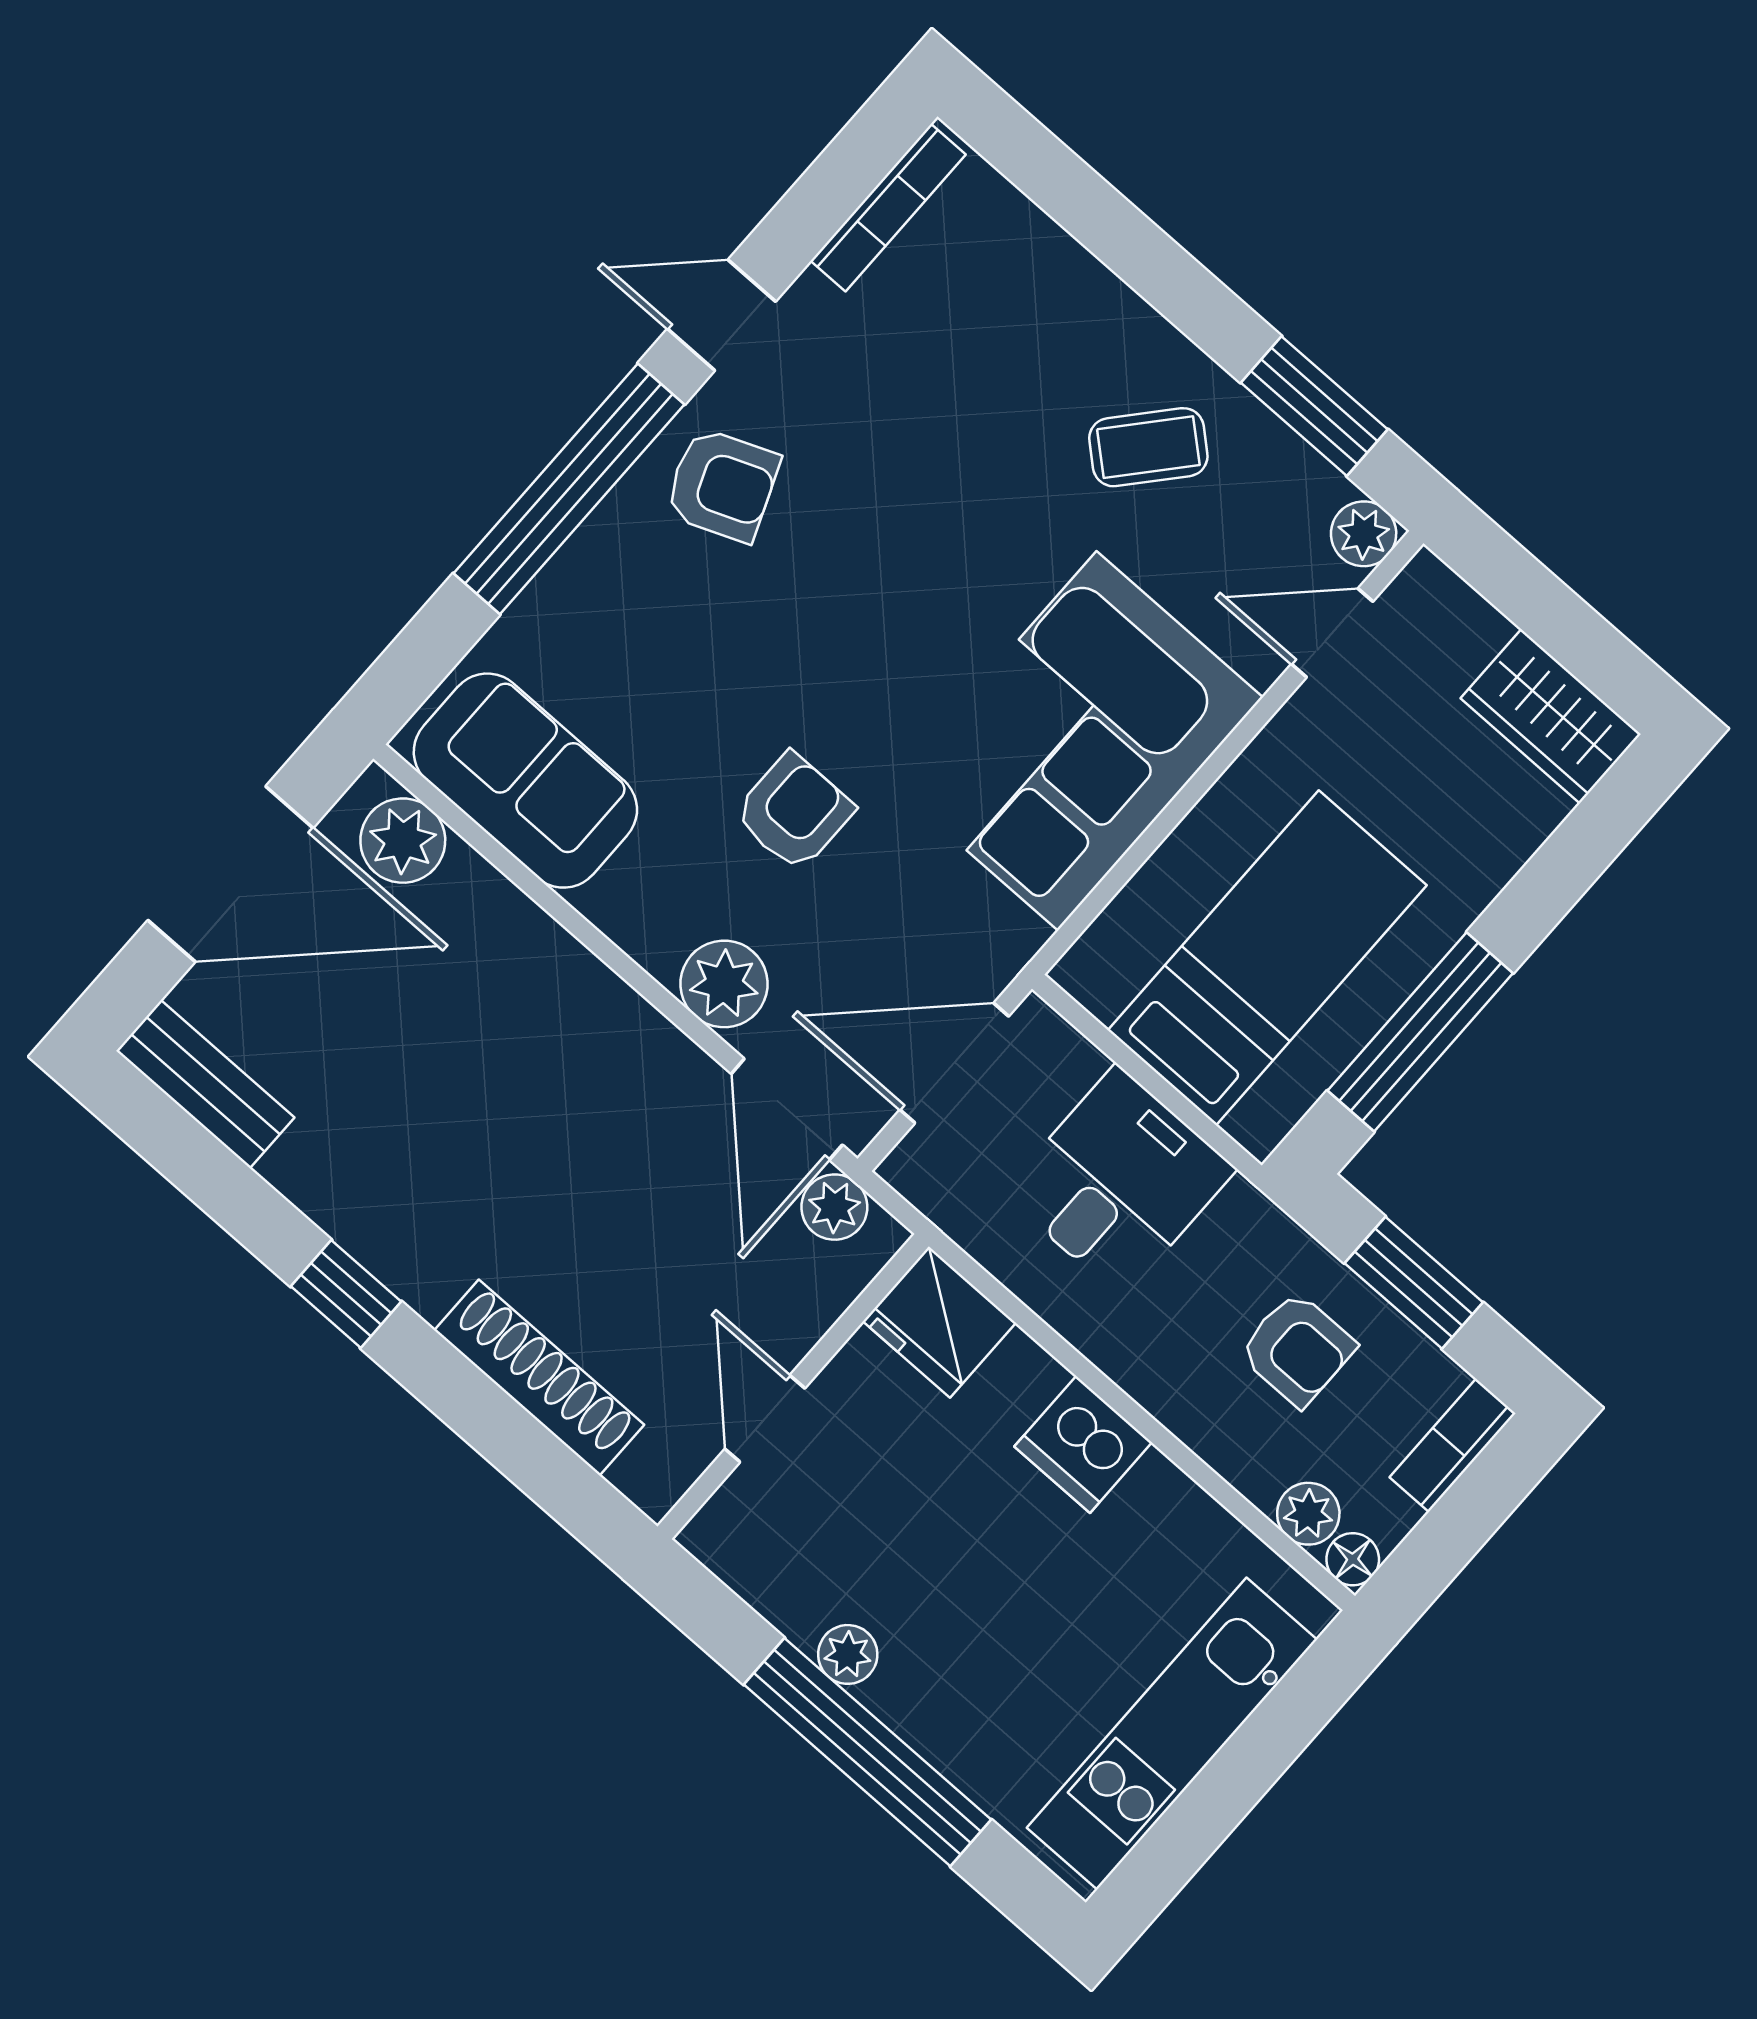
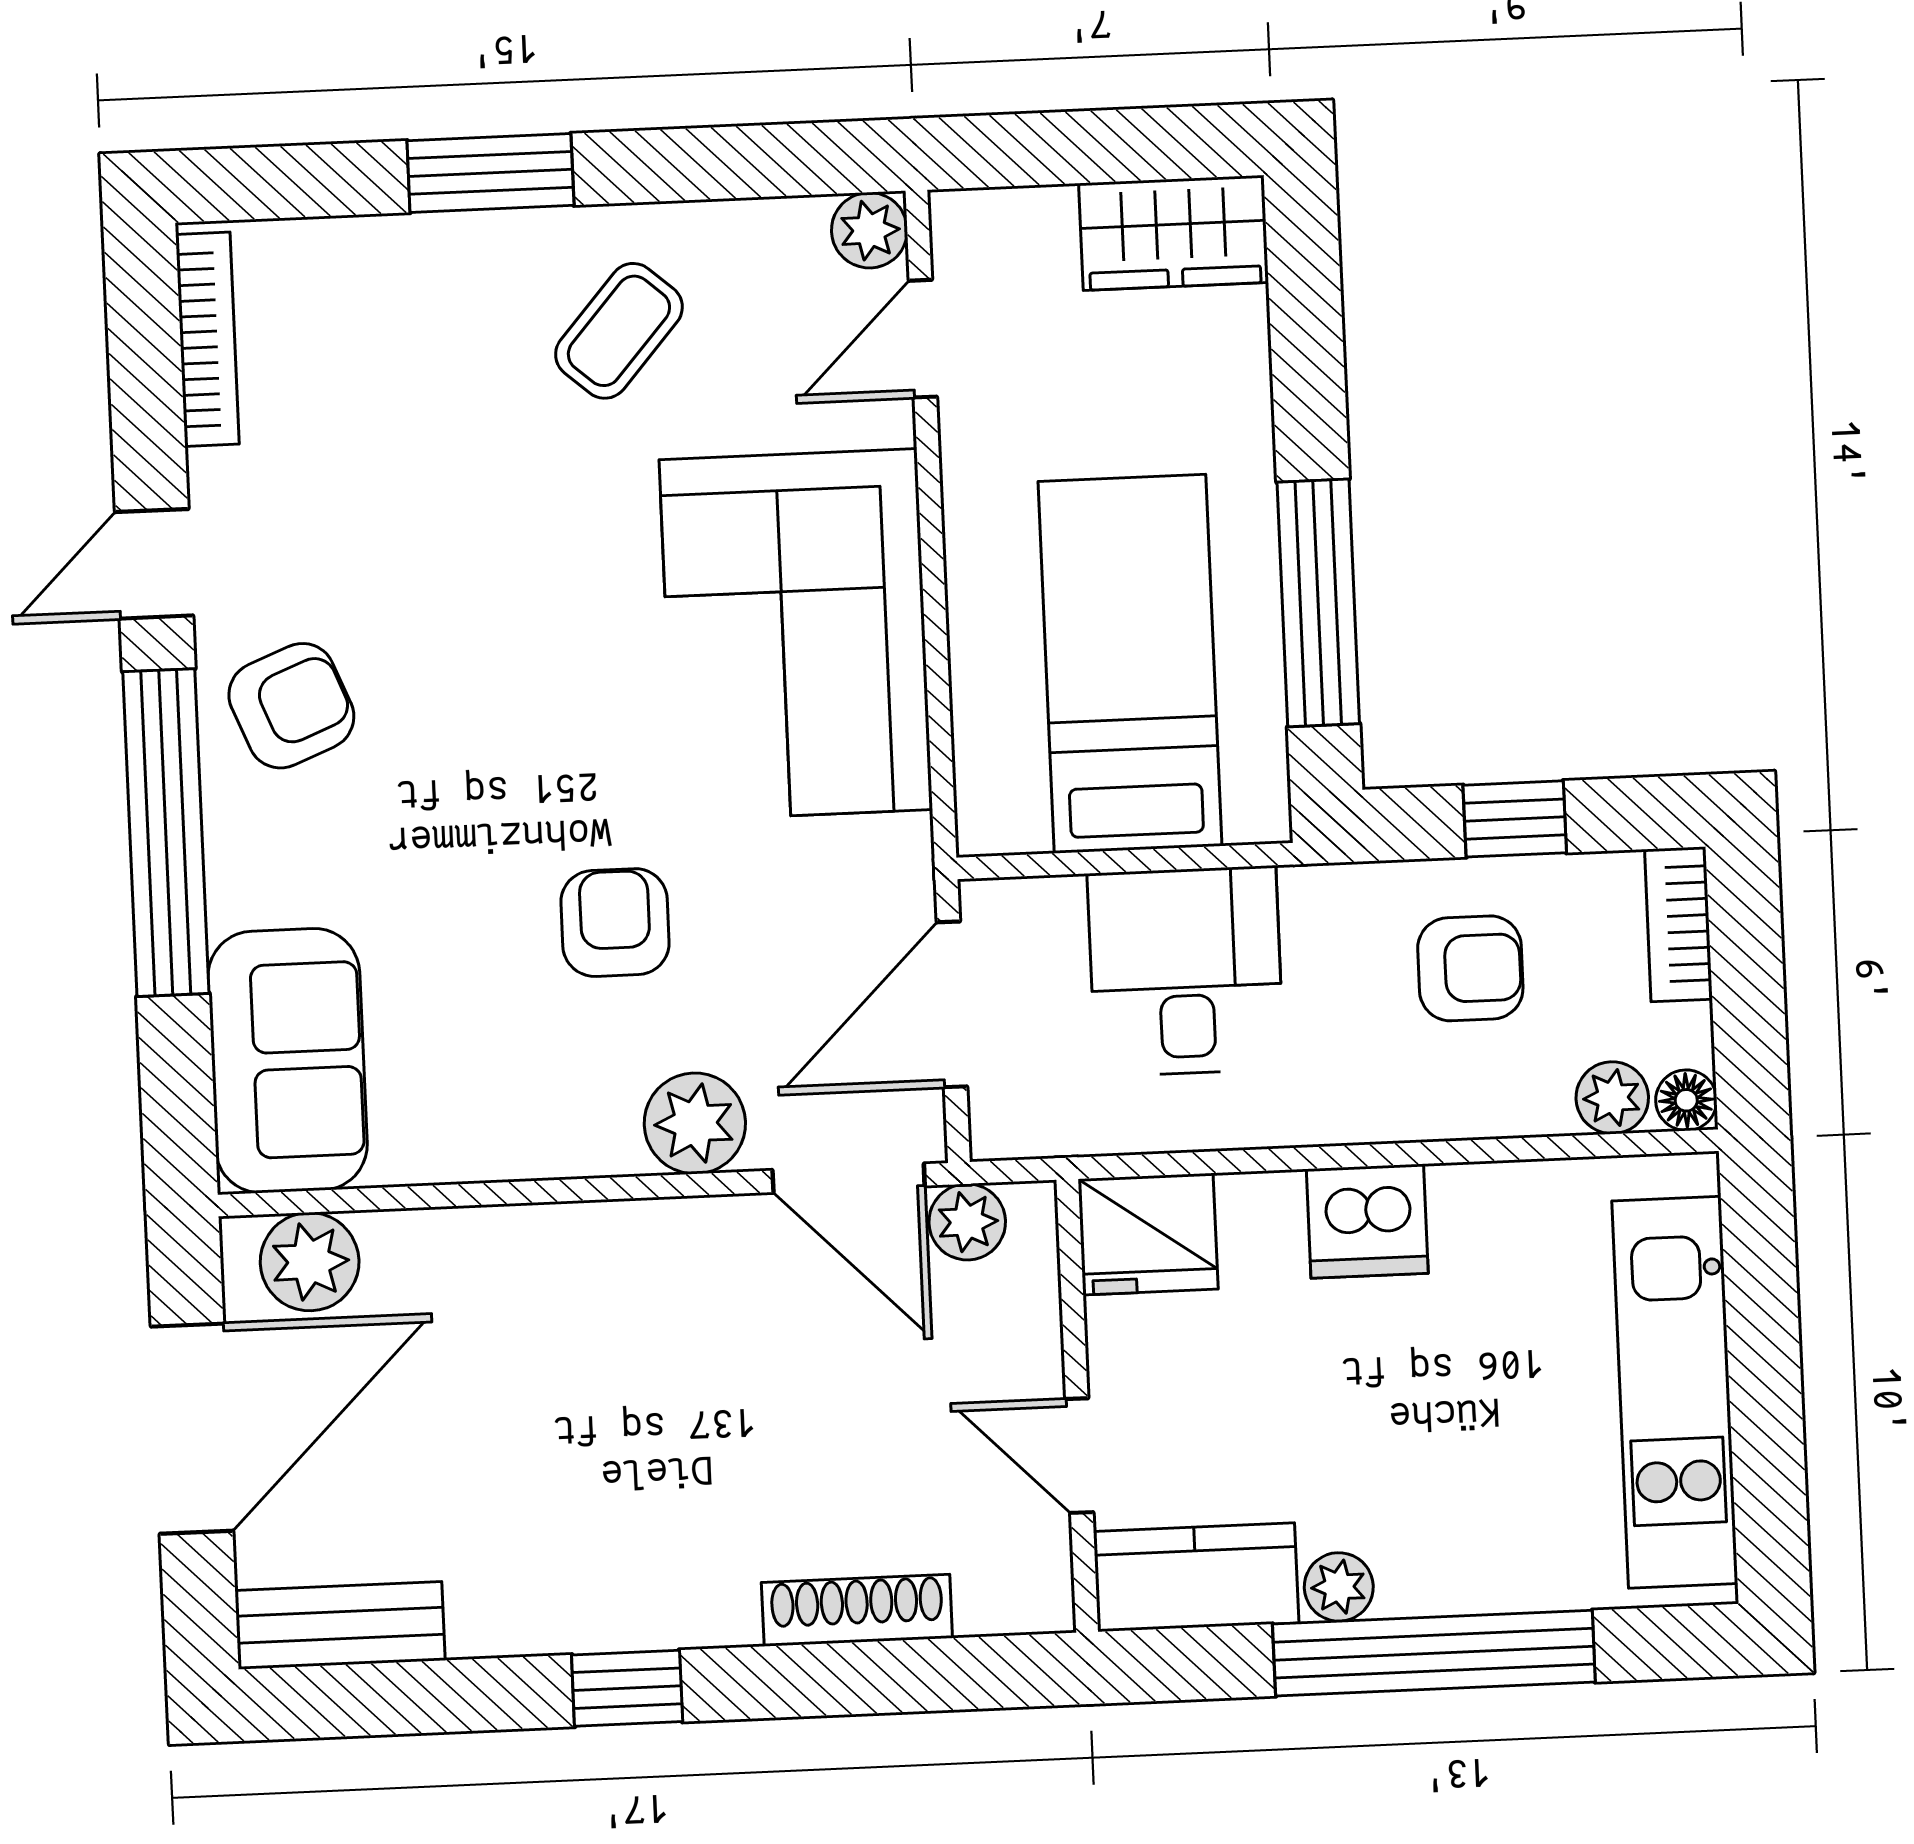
window: (1314, 406) -> (490, 173), moved
sofa: (525, 781) -> (288, 1061), moved, turned 90
window: (1414, 1283) -> (1515, 819), width x0.67
shoe rack: (539, 1377) -> (857, 1610), width x0.74, depth x0.81
kitchen counter: (765, 1564) -> (1196, 1577), added

